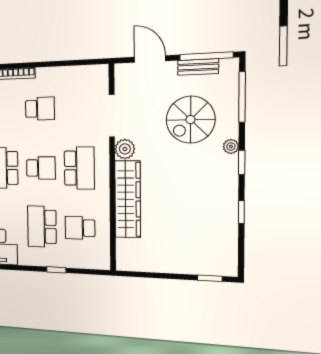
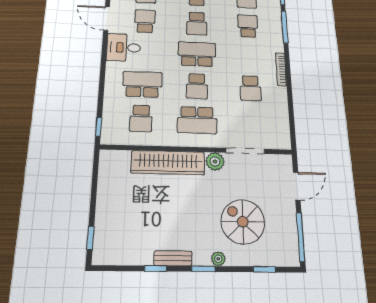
bench: (198, 67) -> (173, 258), moved, turned 90
window: (242, 97) -> (264, 269), width x0.46
school desk: (80, 228) -> (141, 118), turned 180
window: (56, 270) -> (99, 127), moved

